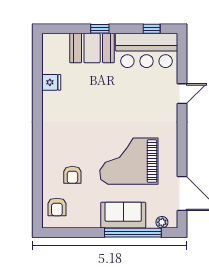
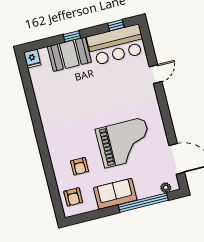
fridge: (51, 82) -> (32, 59), moved, turned 90
grand piano: (129, 161) -> (125, 143), turned 180
sofa: (123, 215) -> (115, 194), moved

